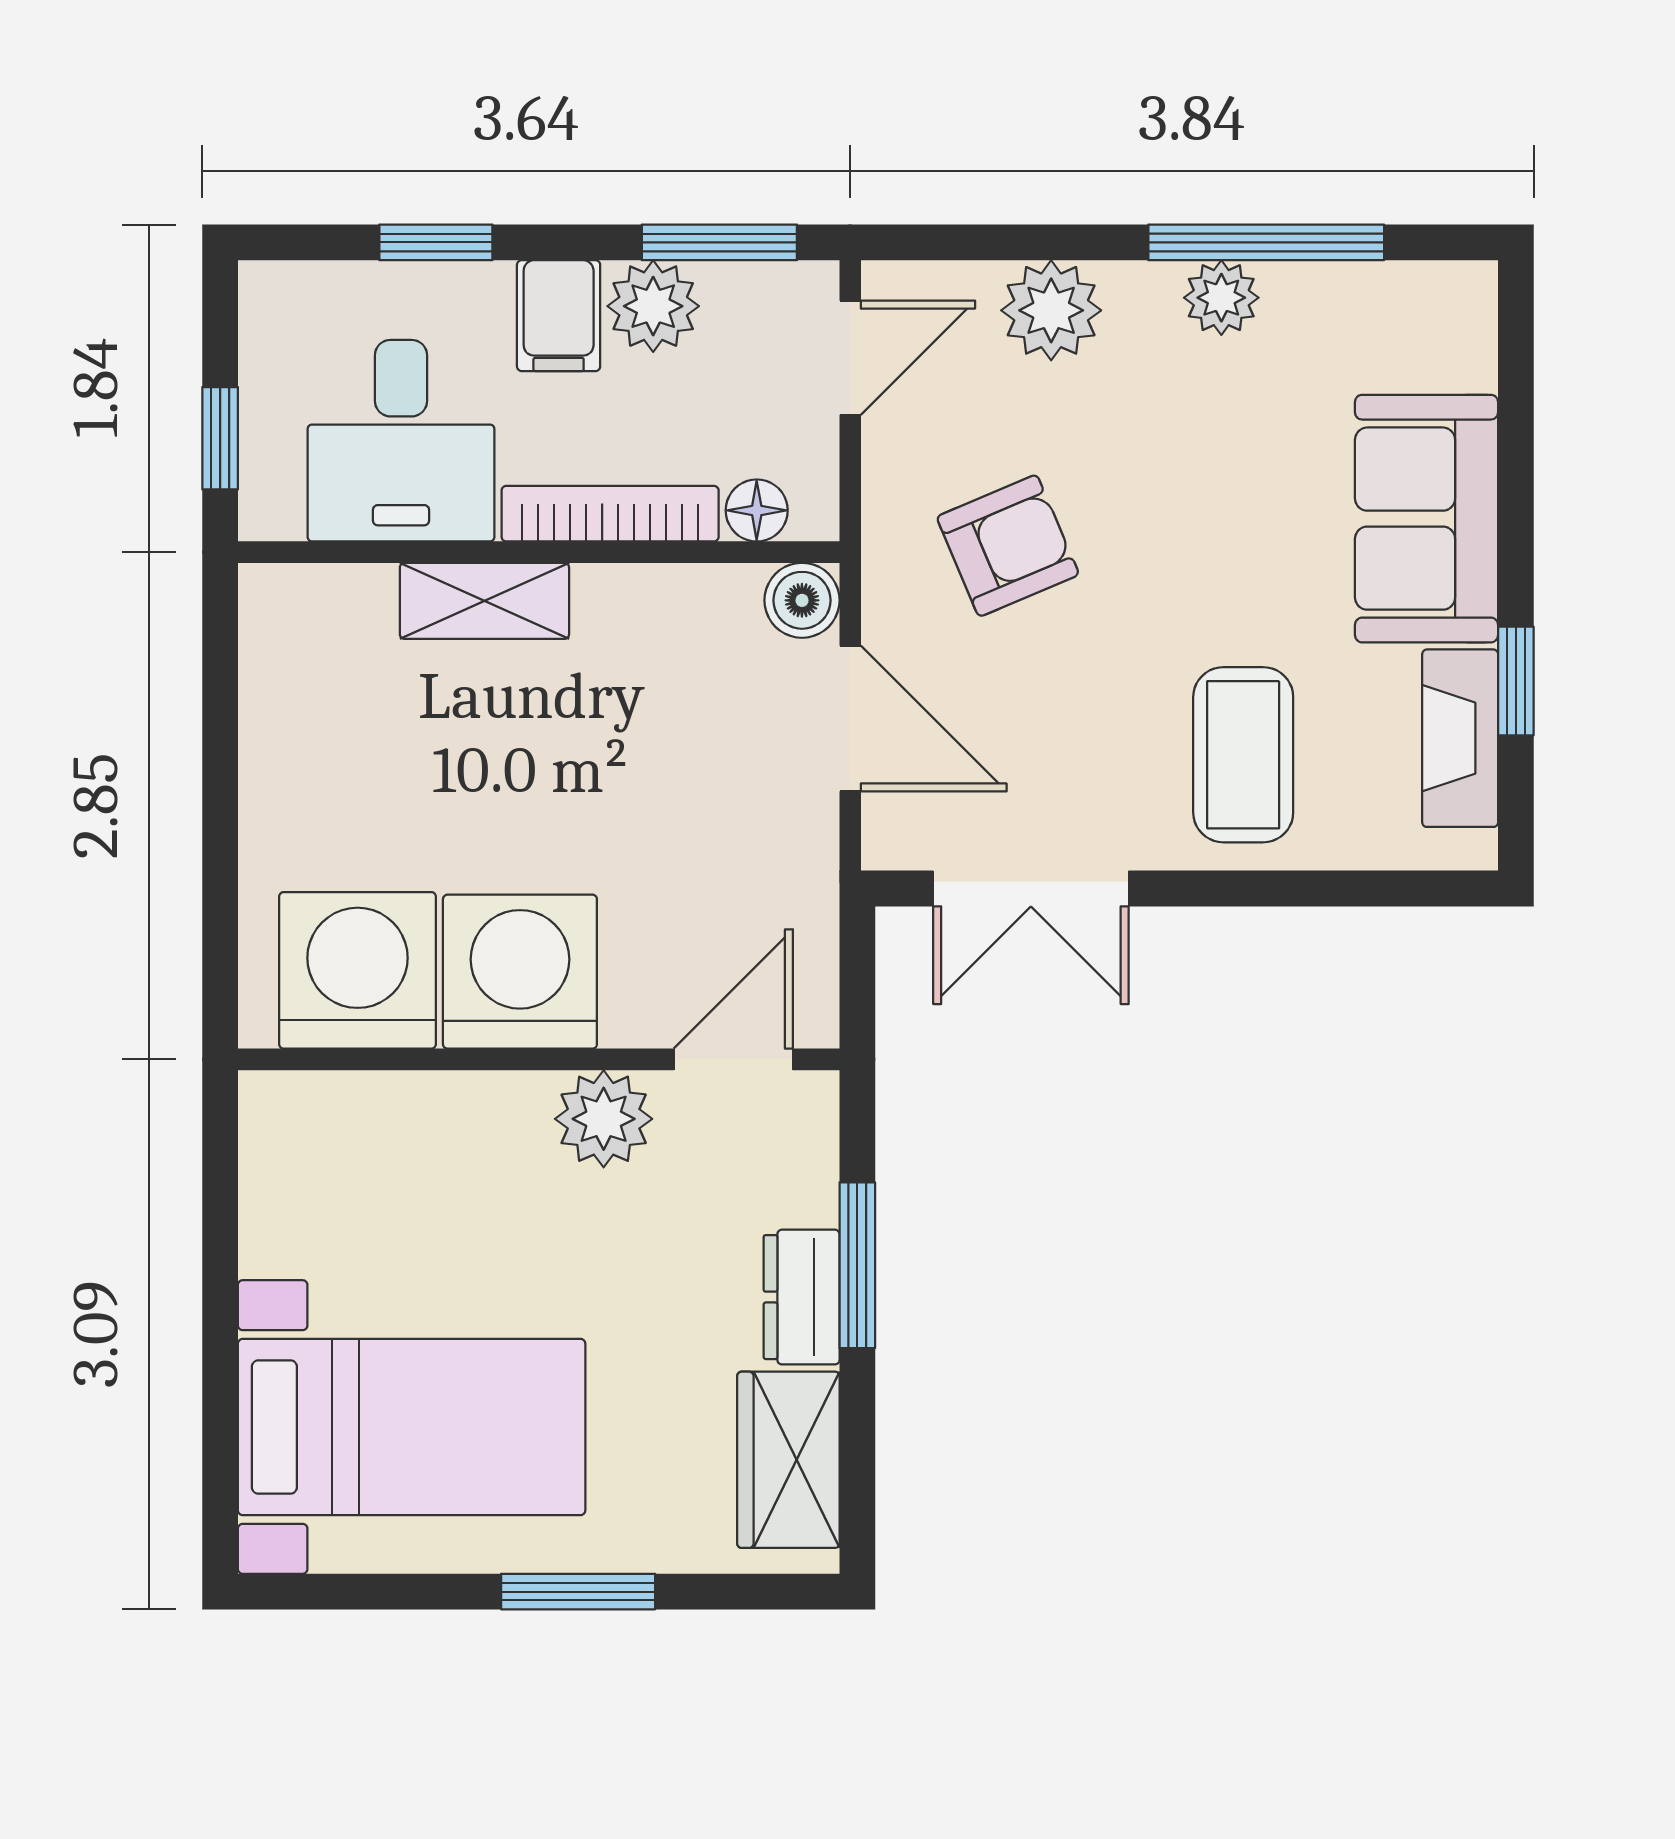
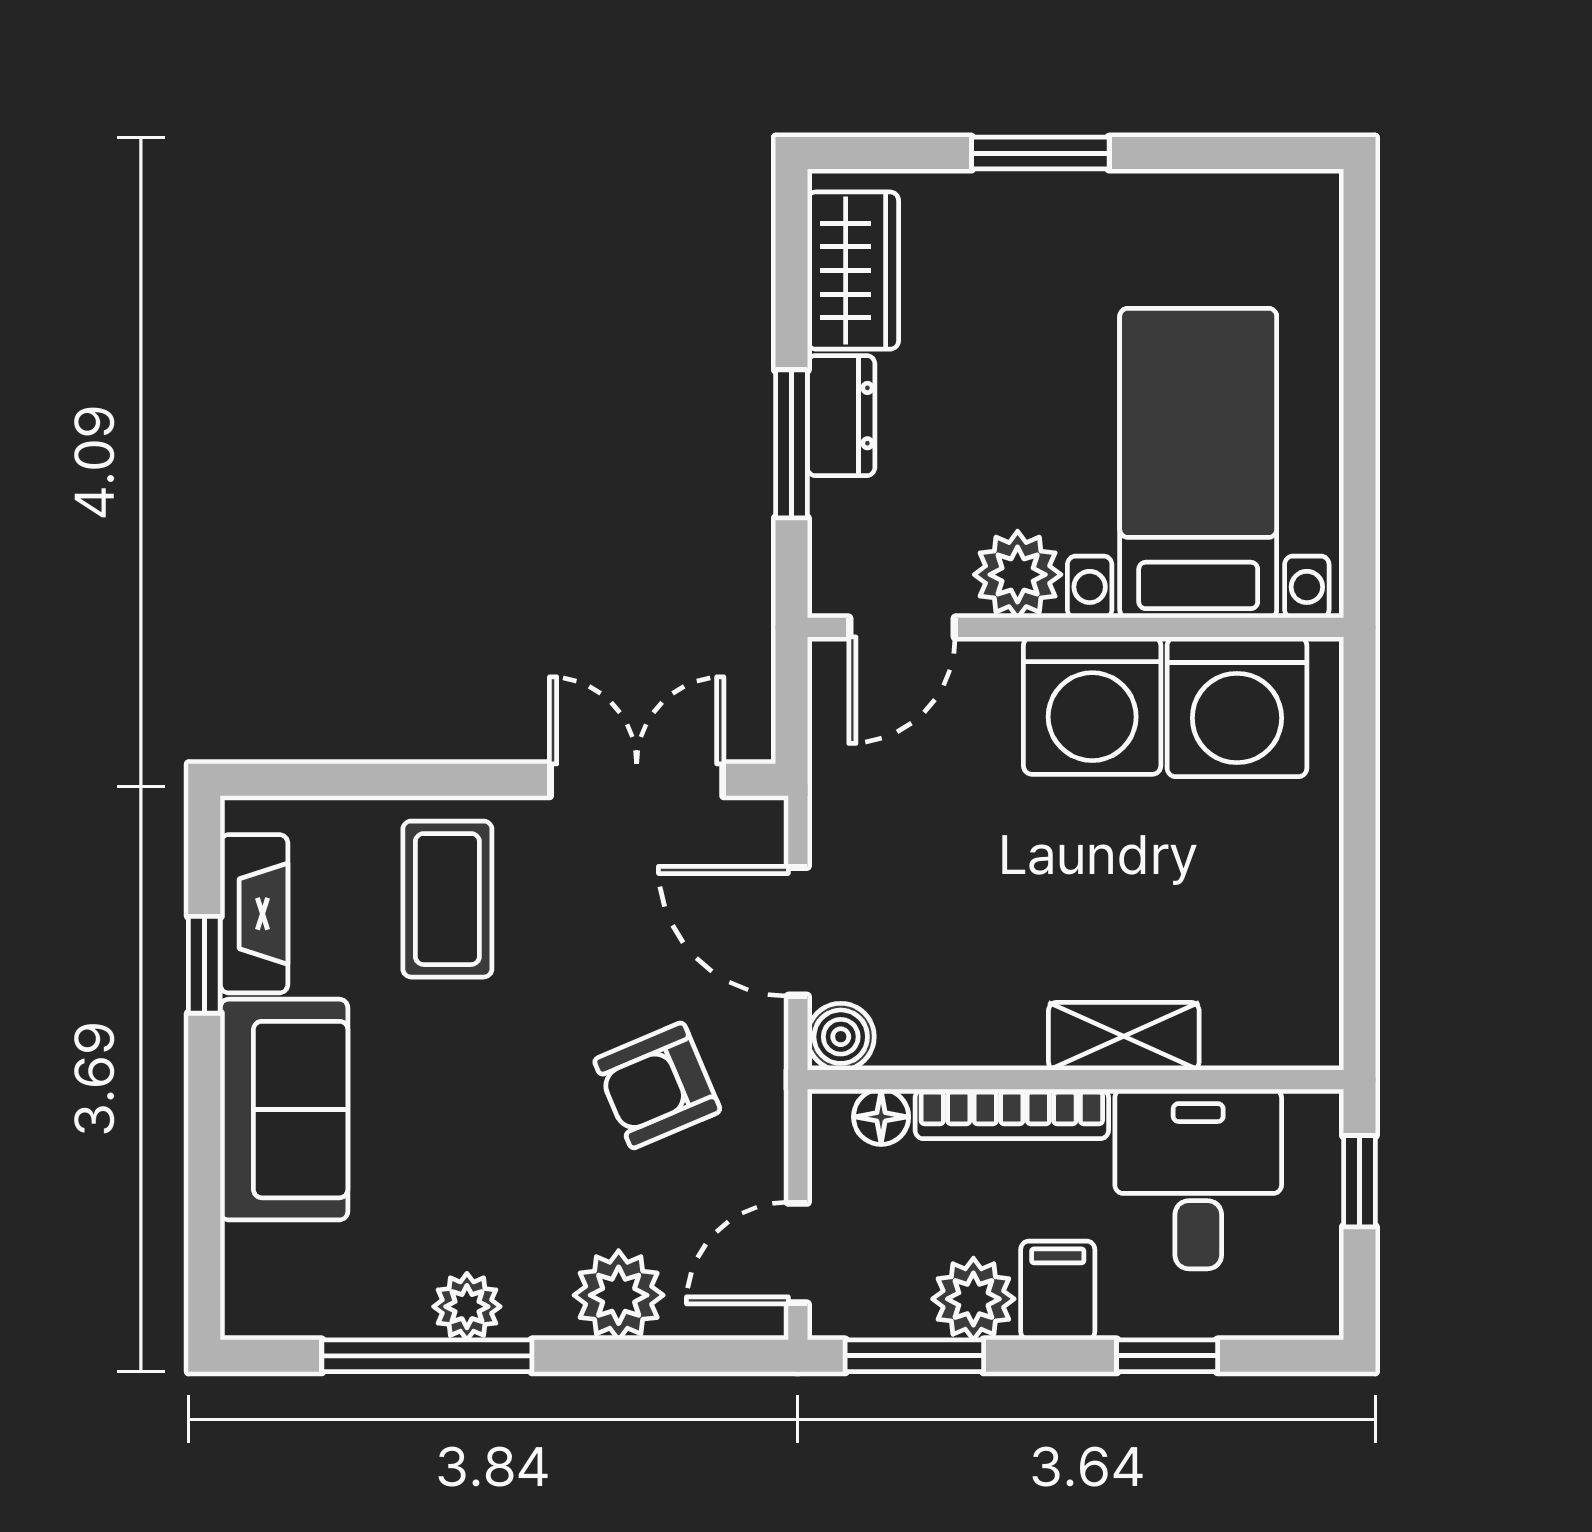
bed with nightstands: (412, 1427) -> (1198, 463), moved, turned 90

